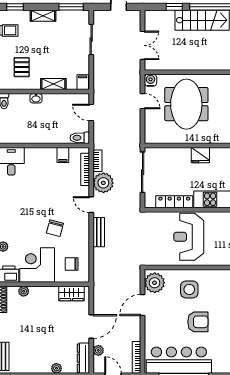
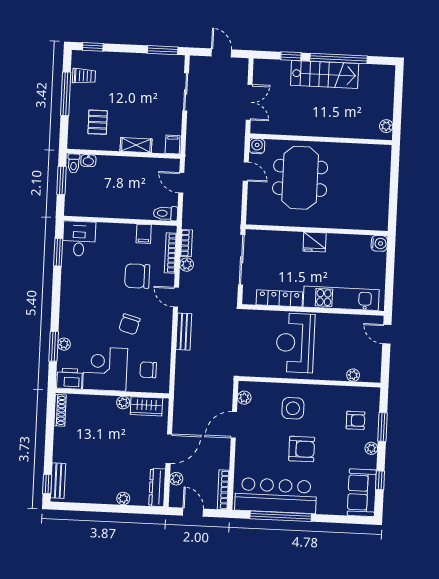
shelving: (43, 16) -> (127, 60), removed
washbasin: (36, 98) -> (88, 161), moved
plant: (103, 183) -> (187, 265), width x0.53, depth x0.53
chair: (59, 189) -> (137, 276), added
plant: (155, 283) -> (244, 398), width x0.53, depth x0.53
plant: (24, 291) -> (123, 403), moved

